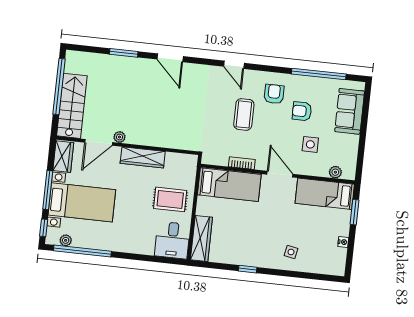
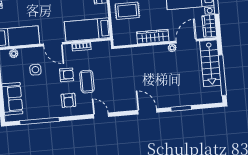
armchair: (302, 111) -> (67, 75), moved

